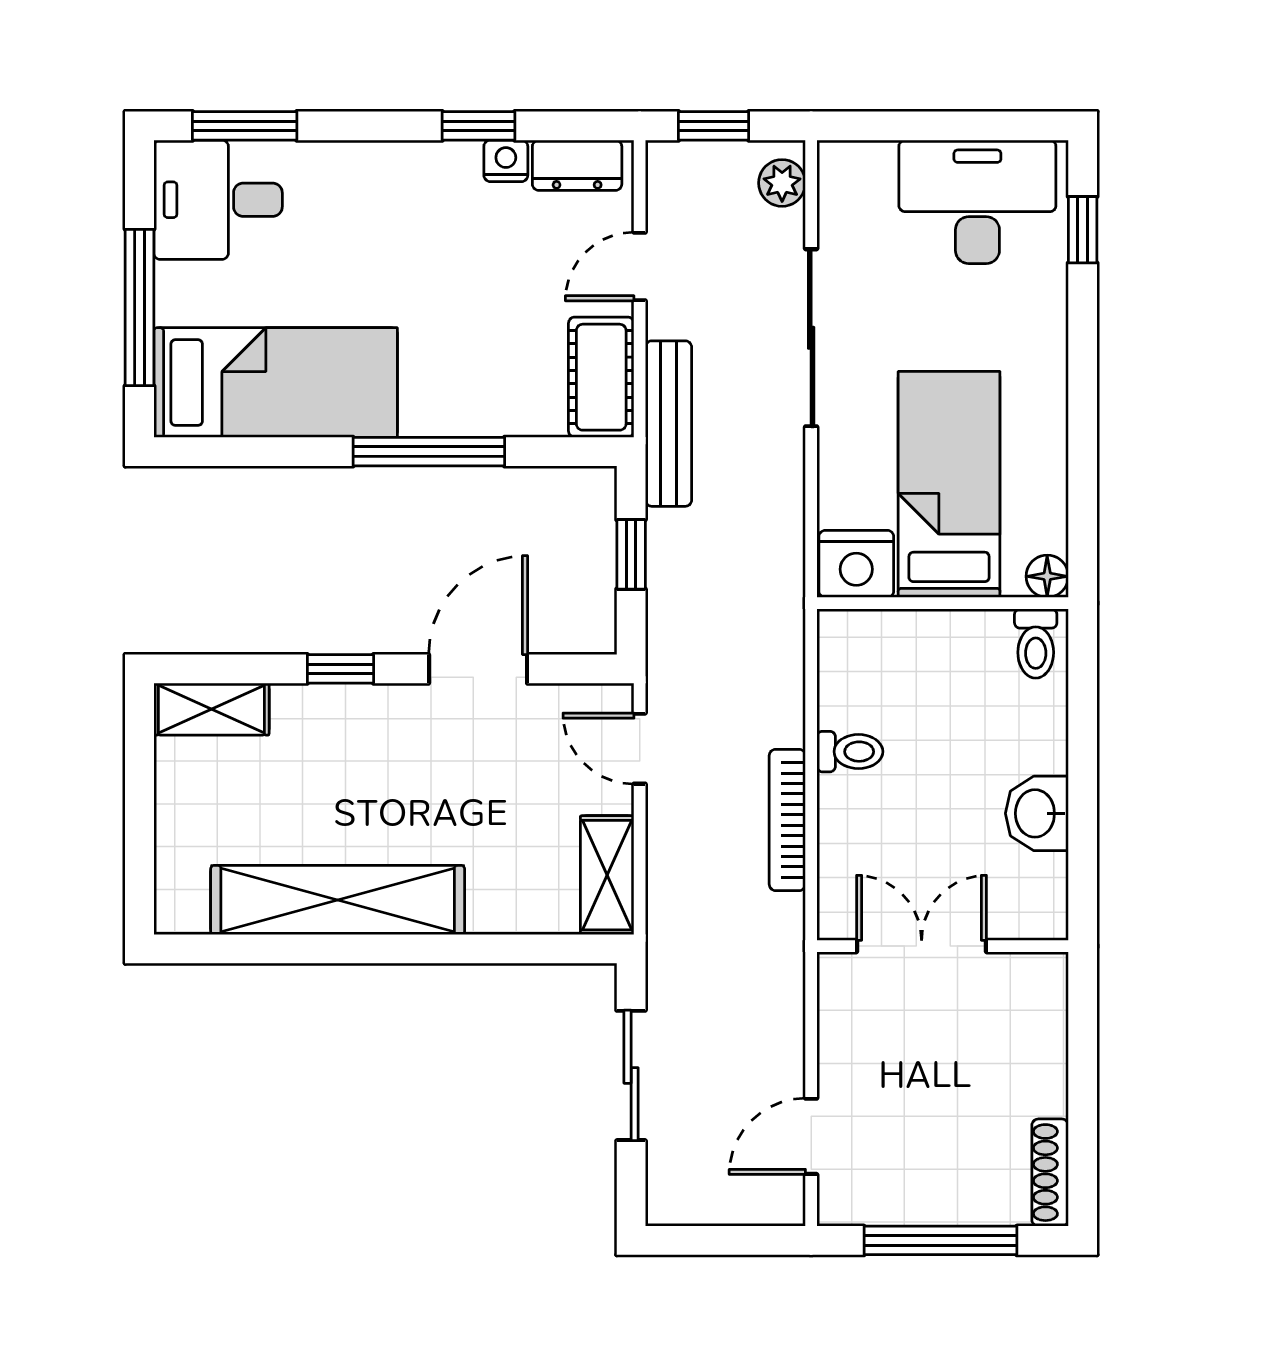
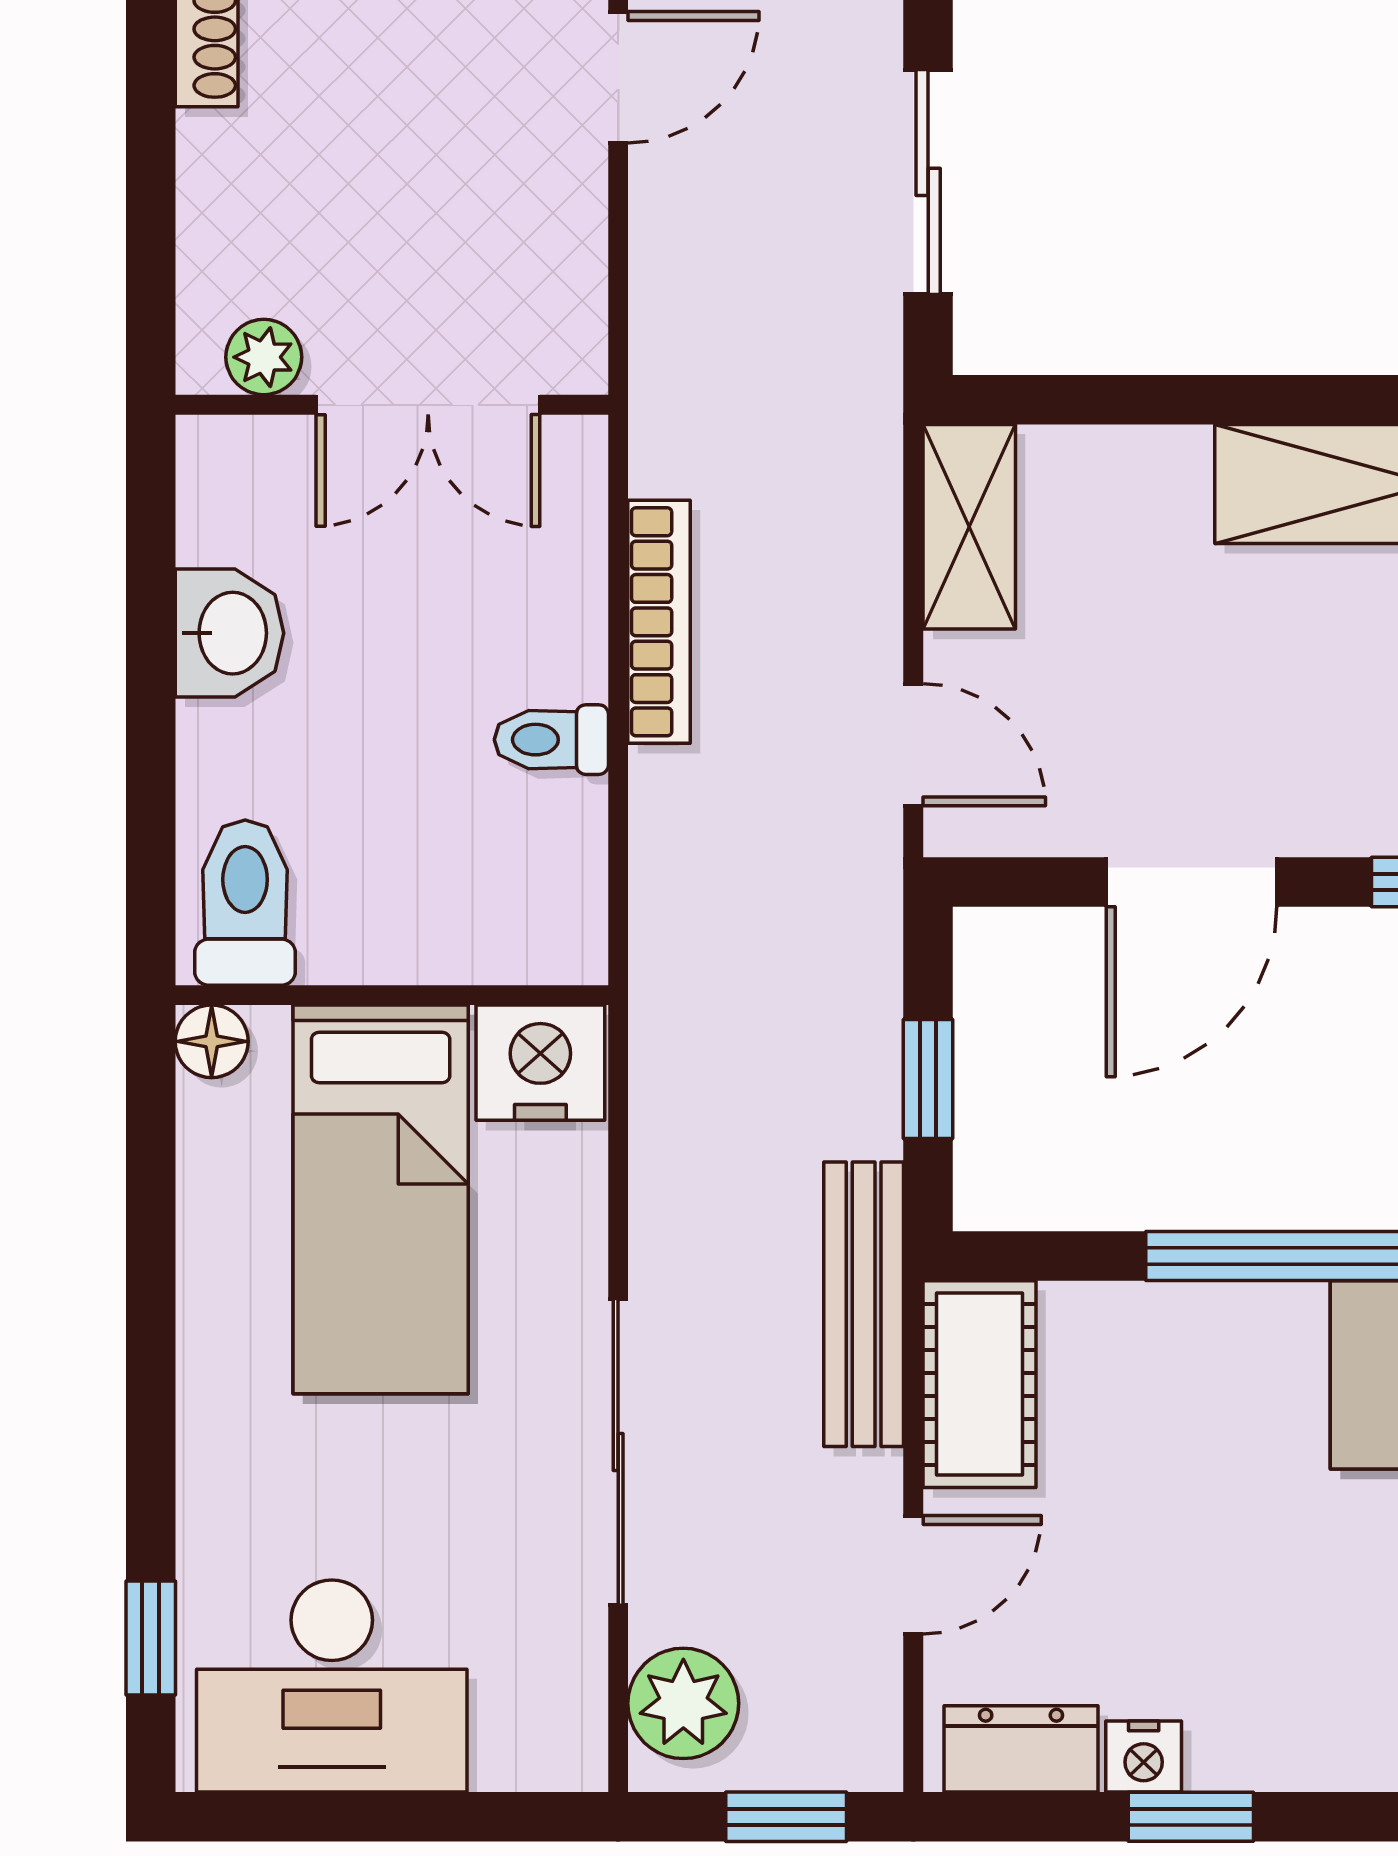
plant: (782, 183) -> (683, 1703), width x1.38, depth x1.38
toilet: (1036, 643) -> (245, 903), width x1.37, depth x1.39
plant: (1017, 974) -> (264, 357), added

